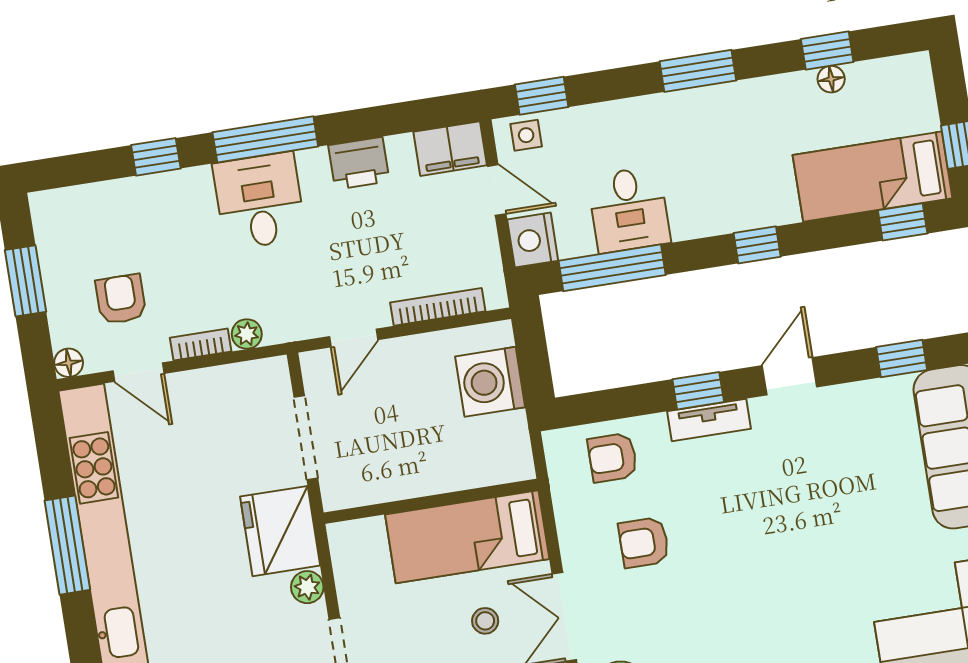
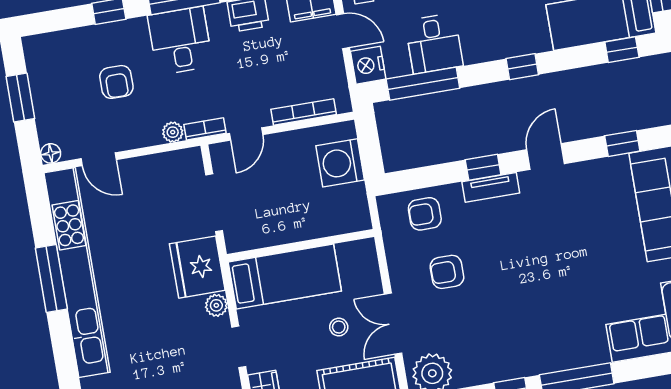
armchair: (121, 299) -> (116, 82), moved, turned 180
bookcase: (201, 345) -> (205, 129), moved
bed: (467, 537) -> (285, 276), moved, turned 180

